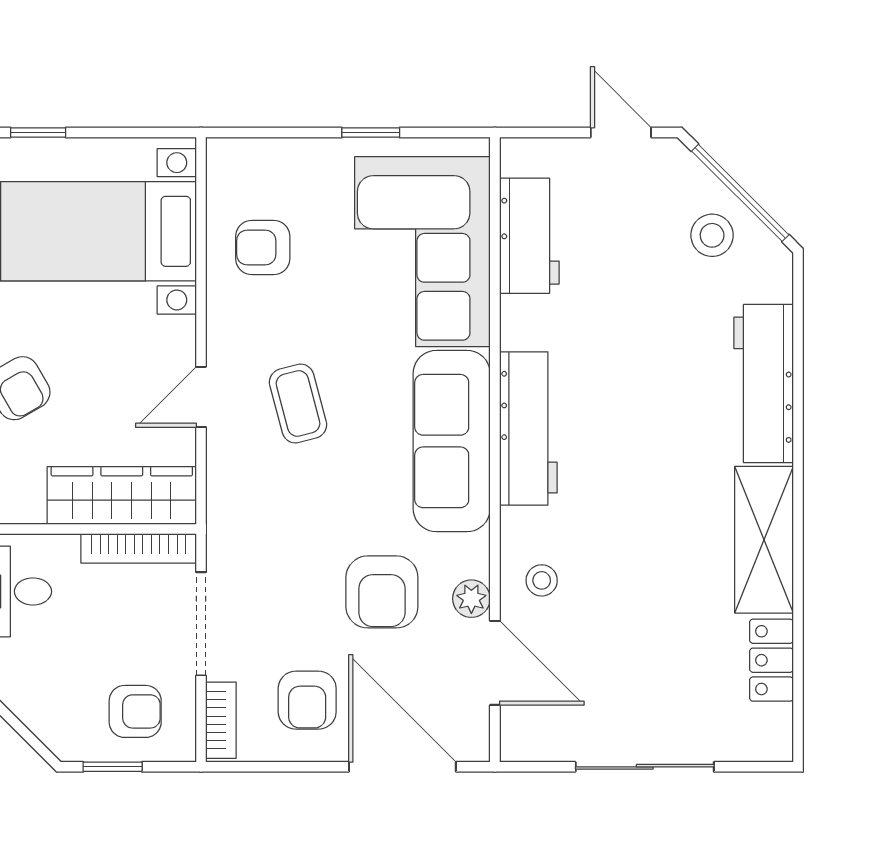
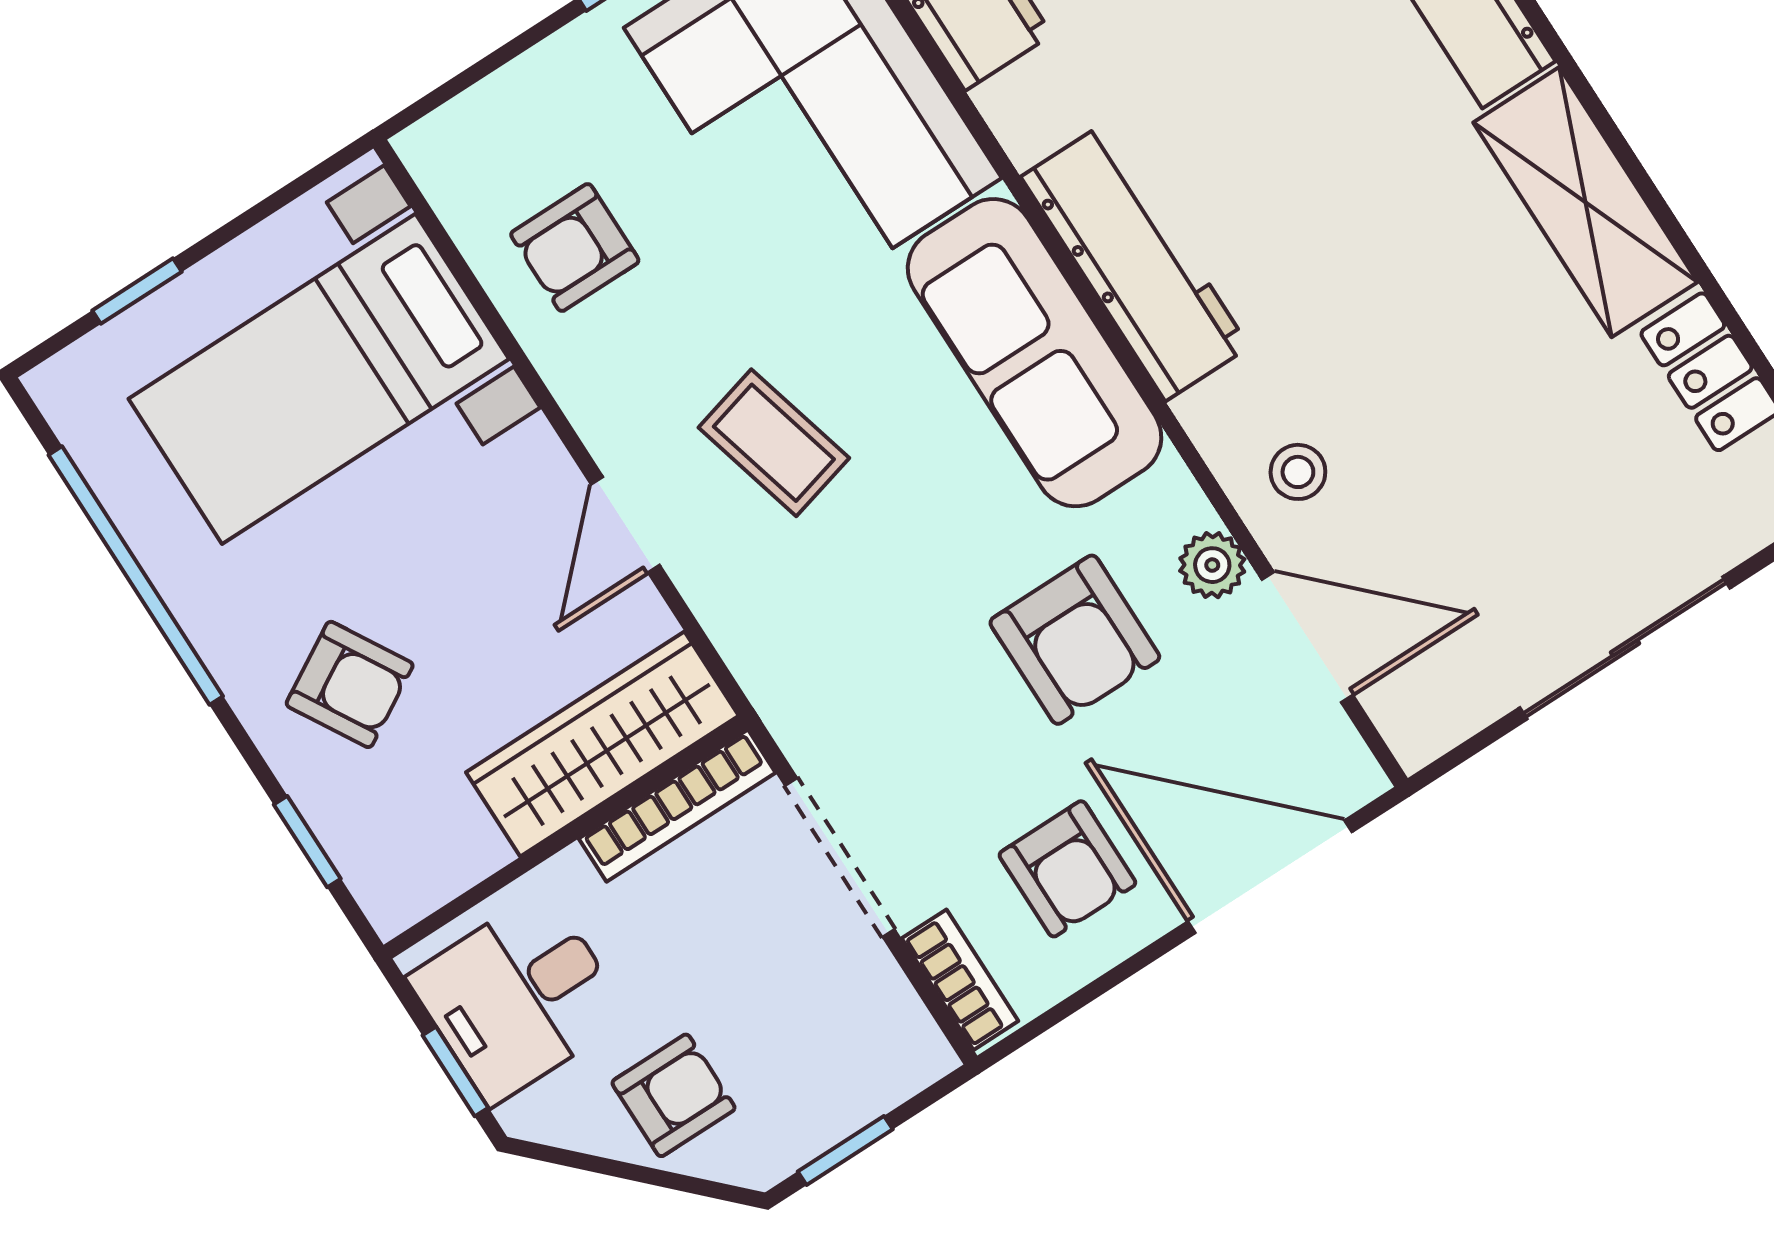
armchair: (135, 711) -> (674, 1095), moved

